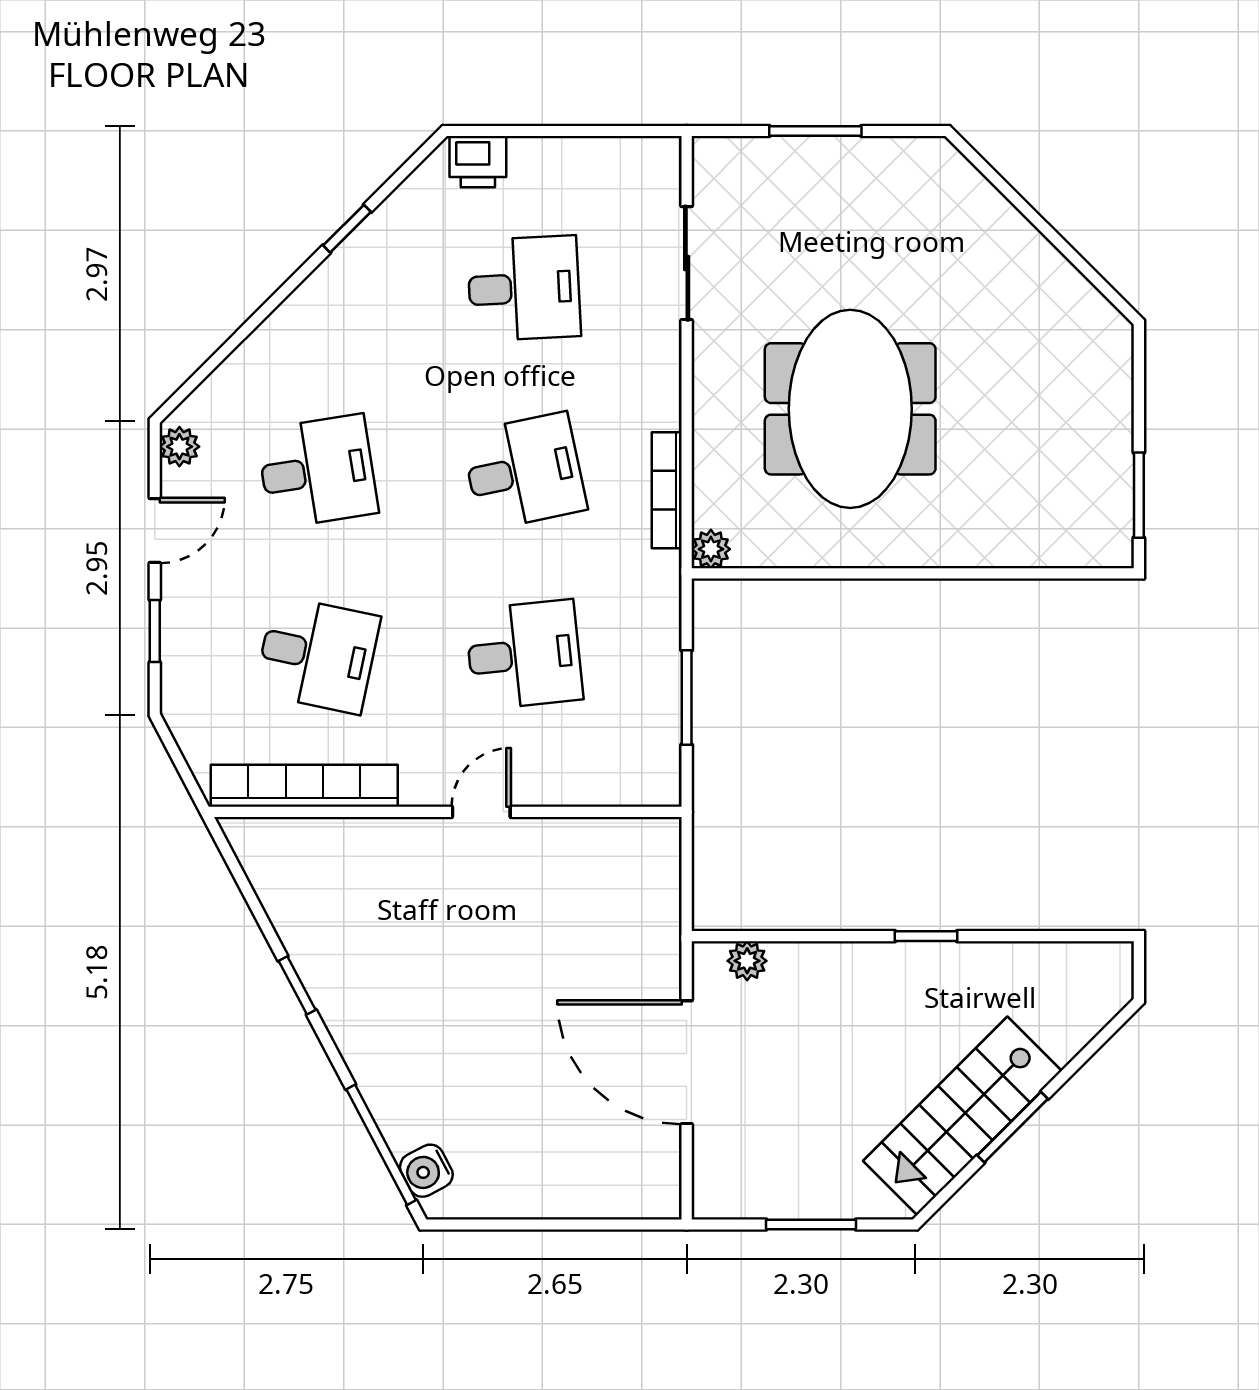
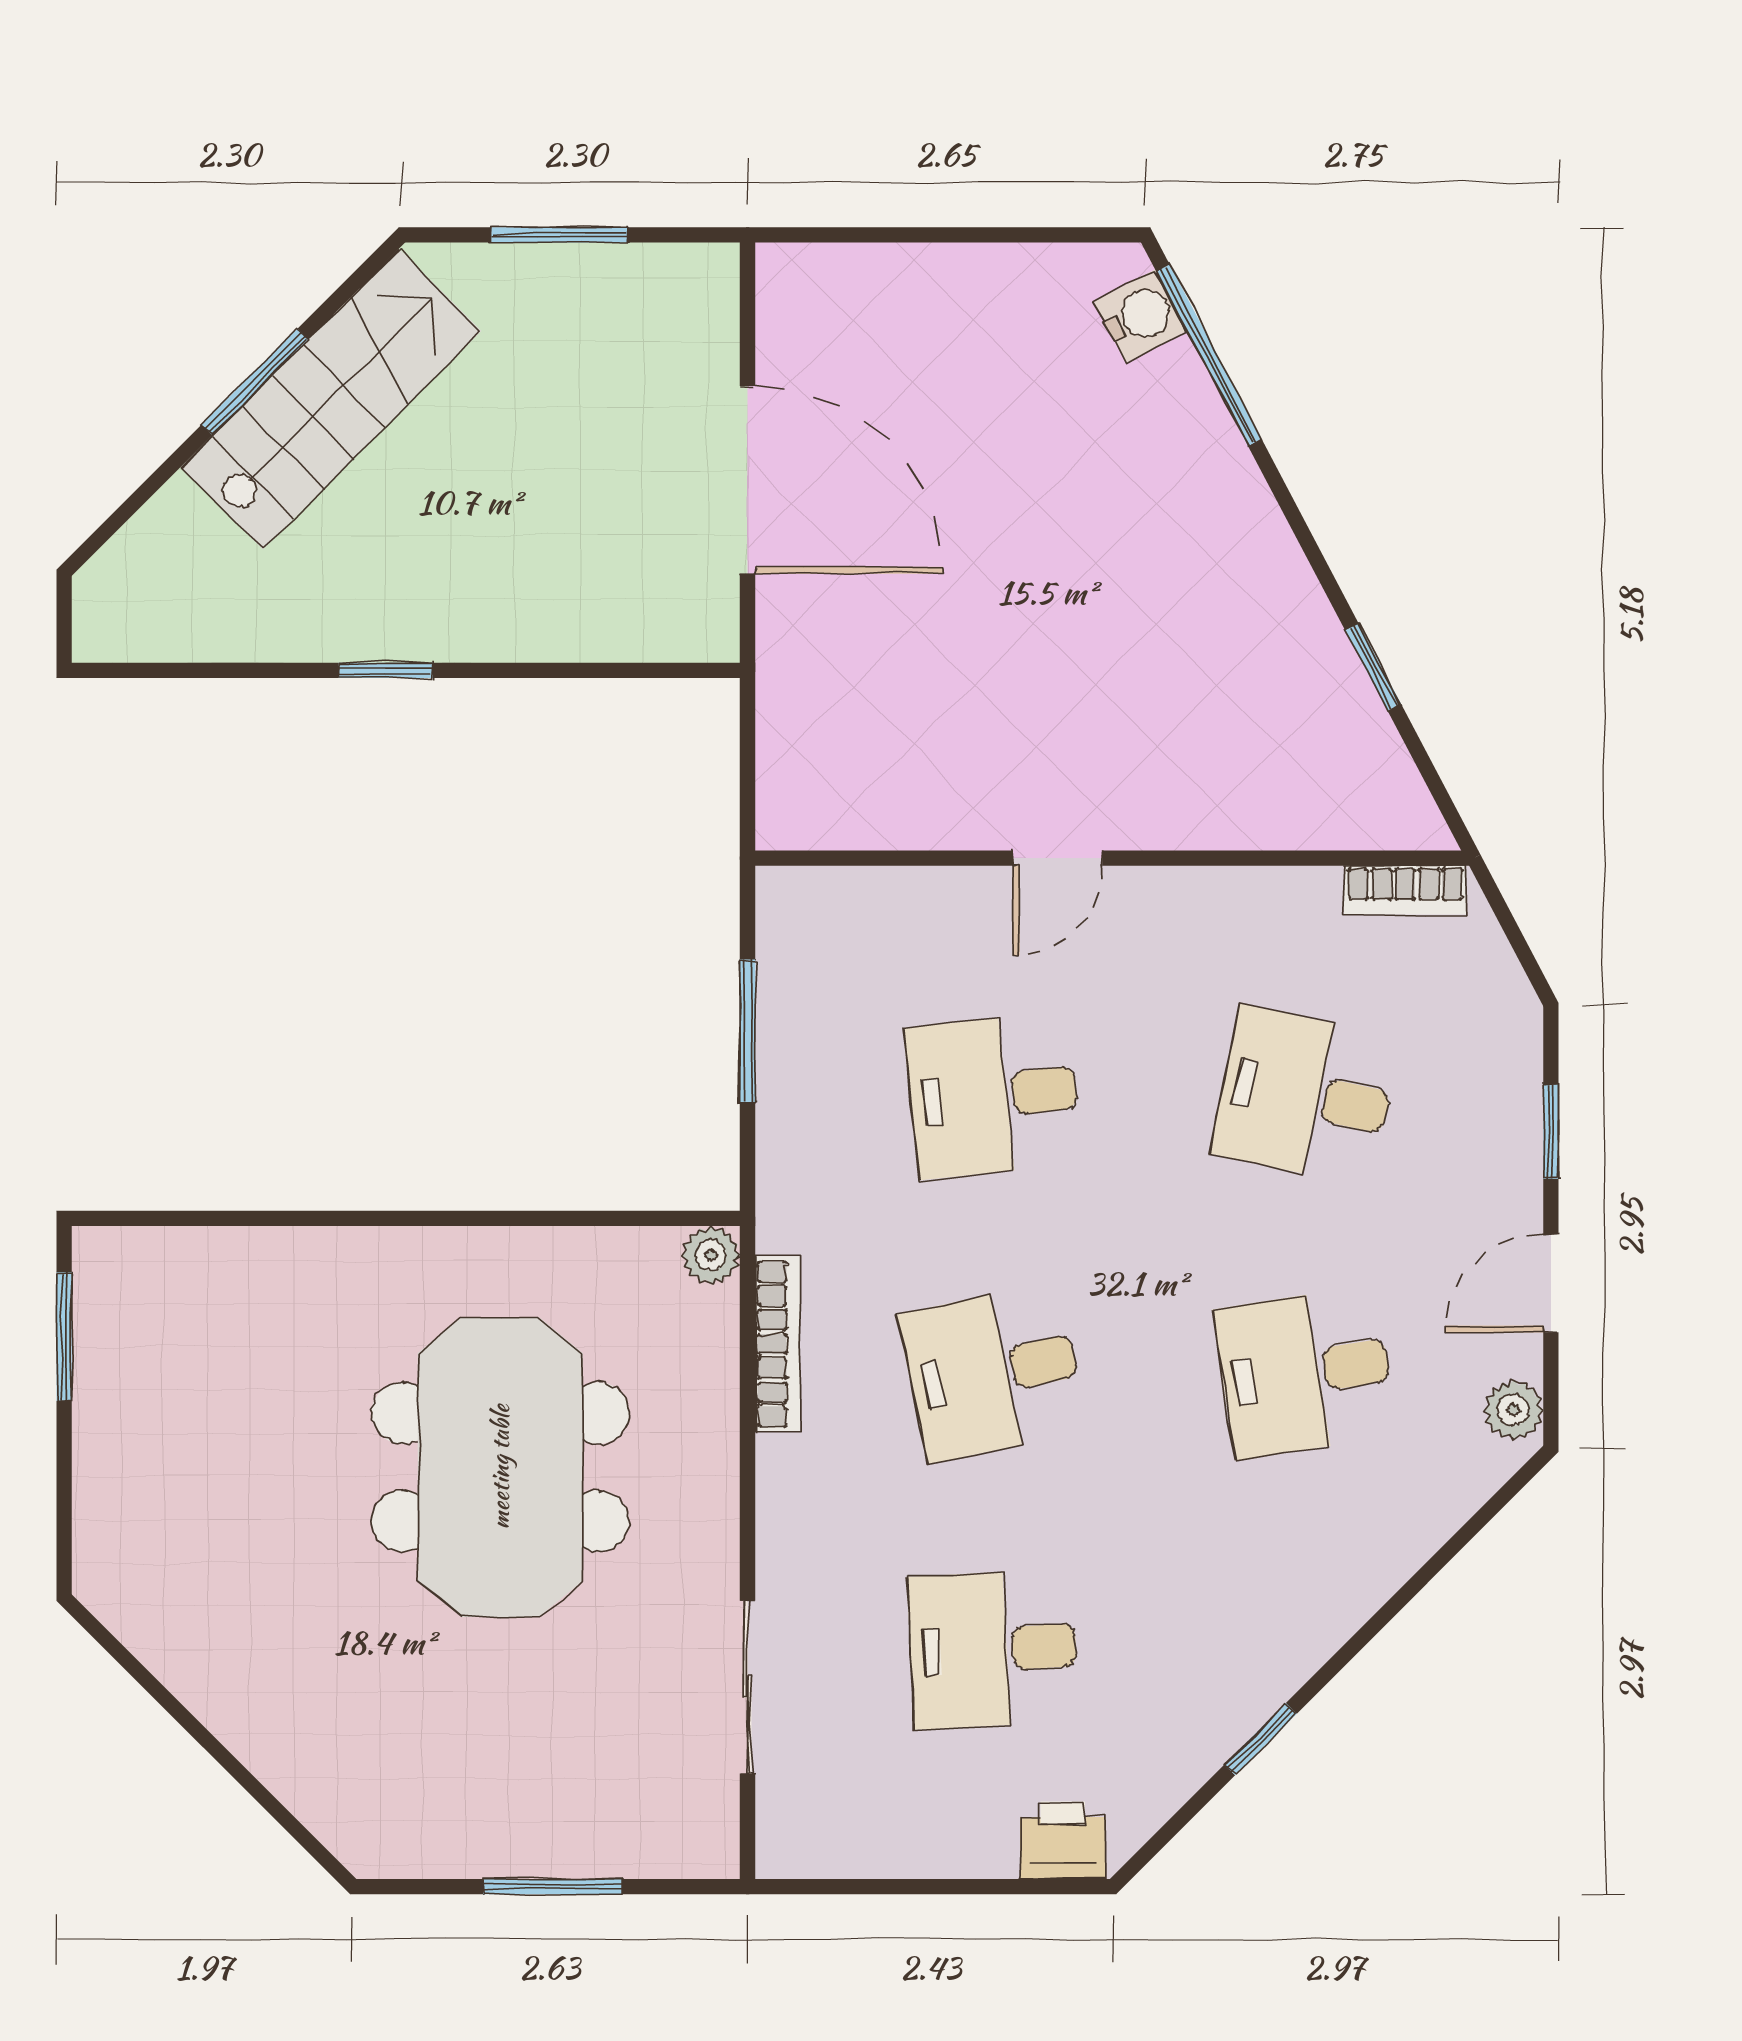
bookcase: (304, 786) -> (1405, 890), width x0.43, depth x0.76
plant: (747, 961) -> (656, 633), removed
window: (297, 985) -> (1373, 667), moved

